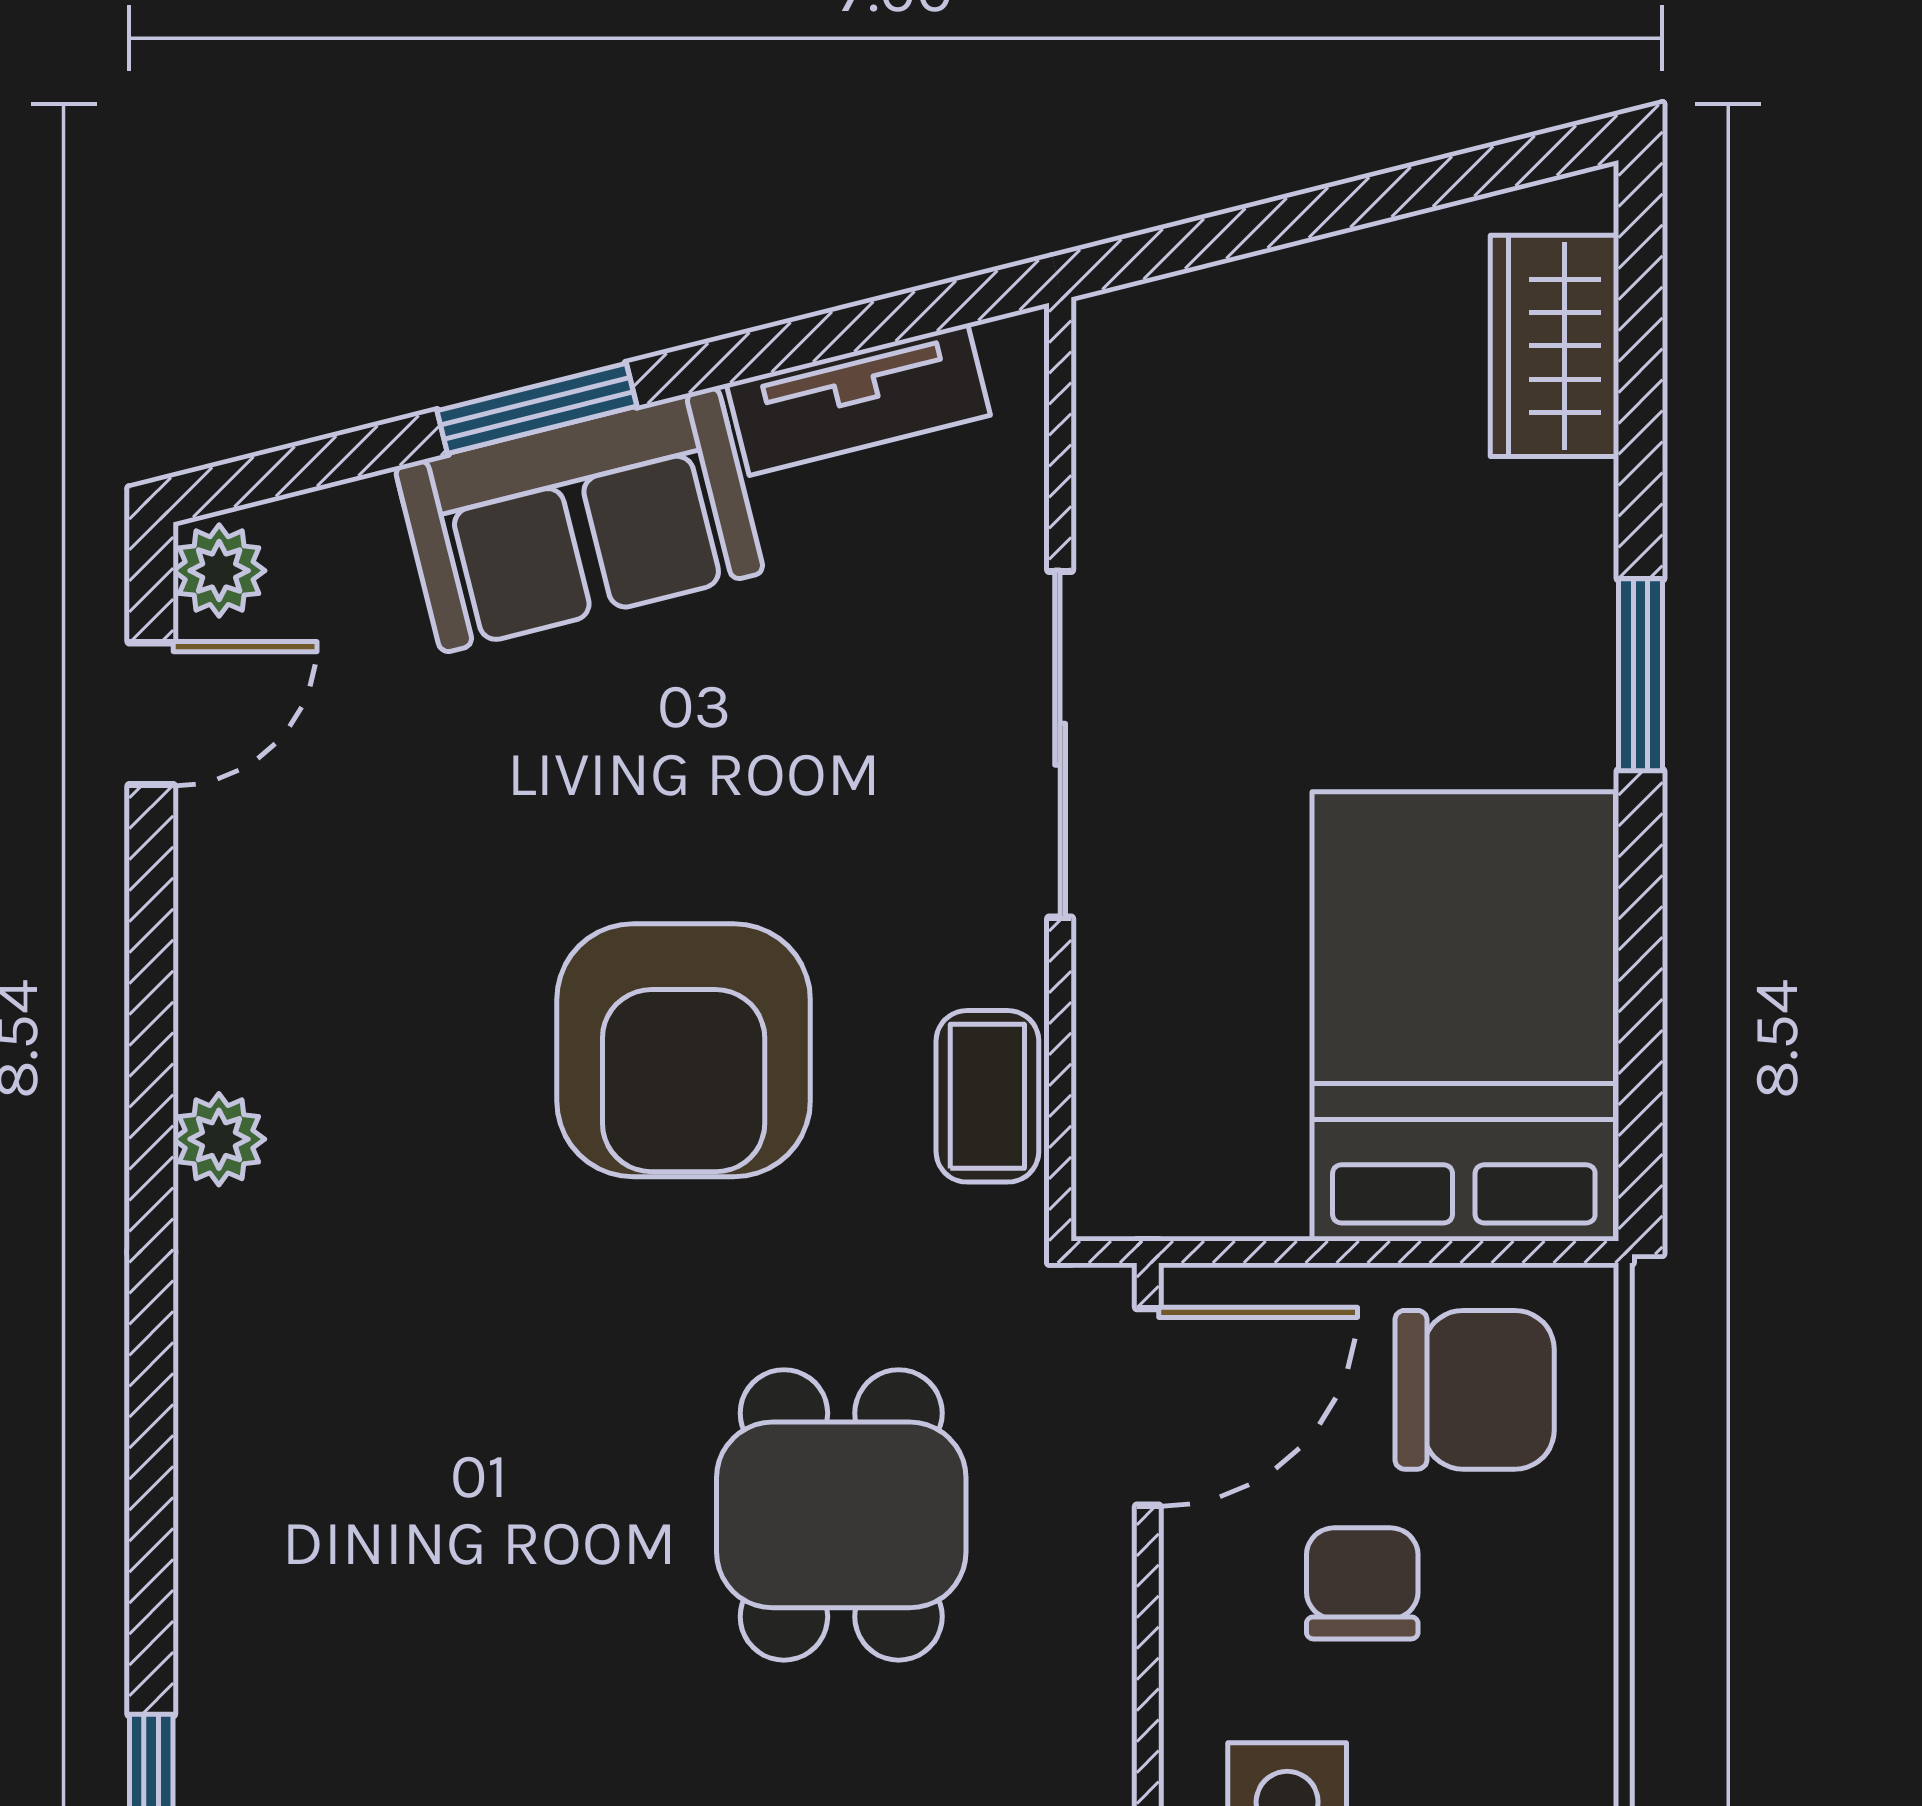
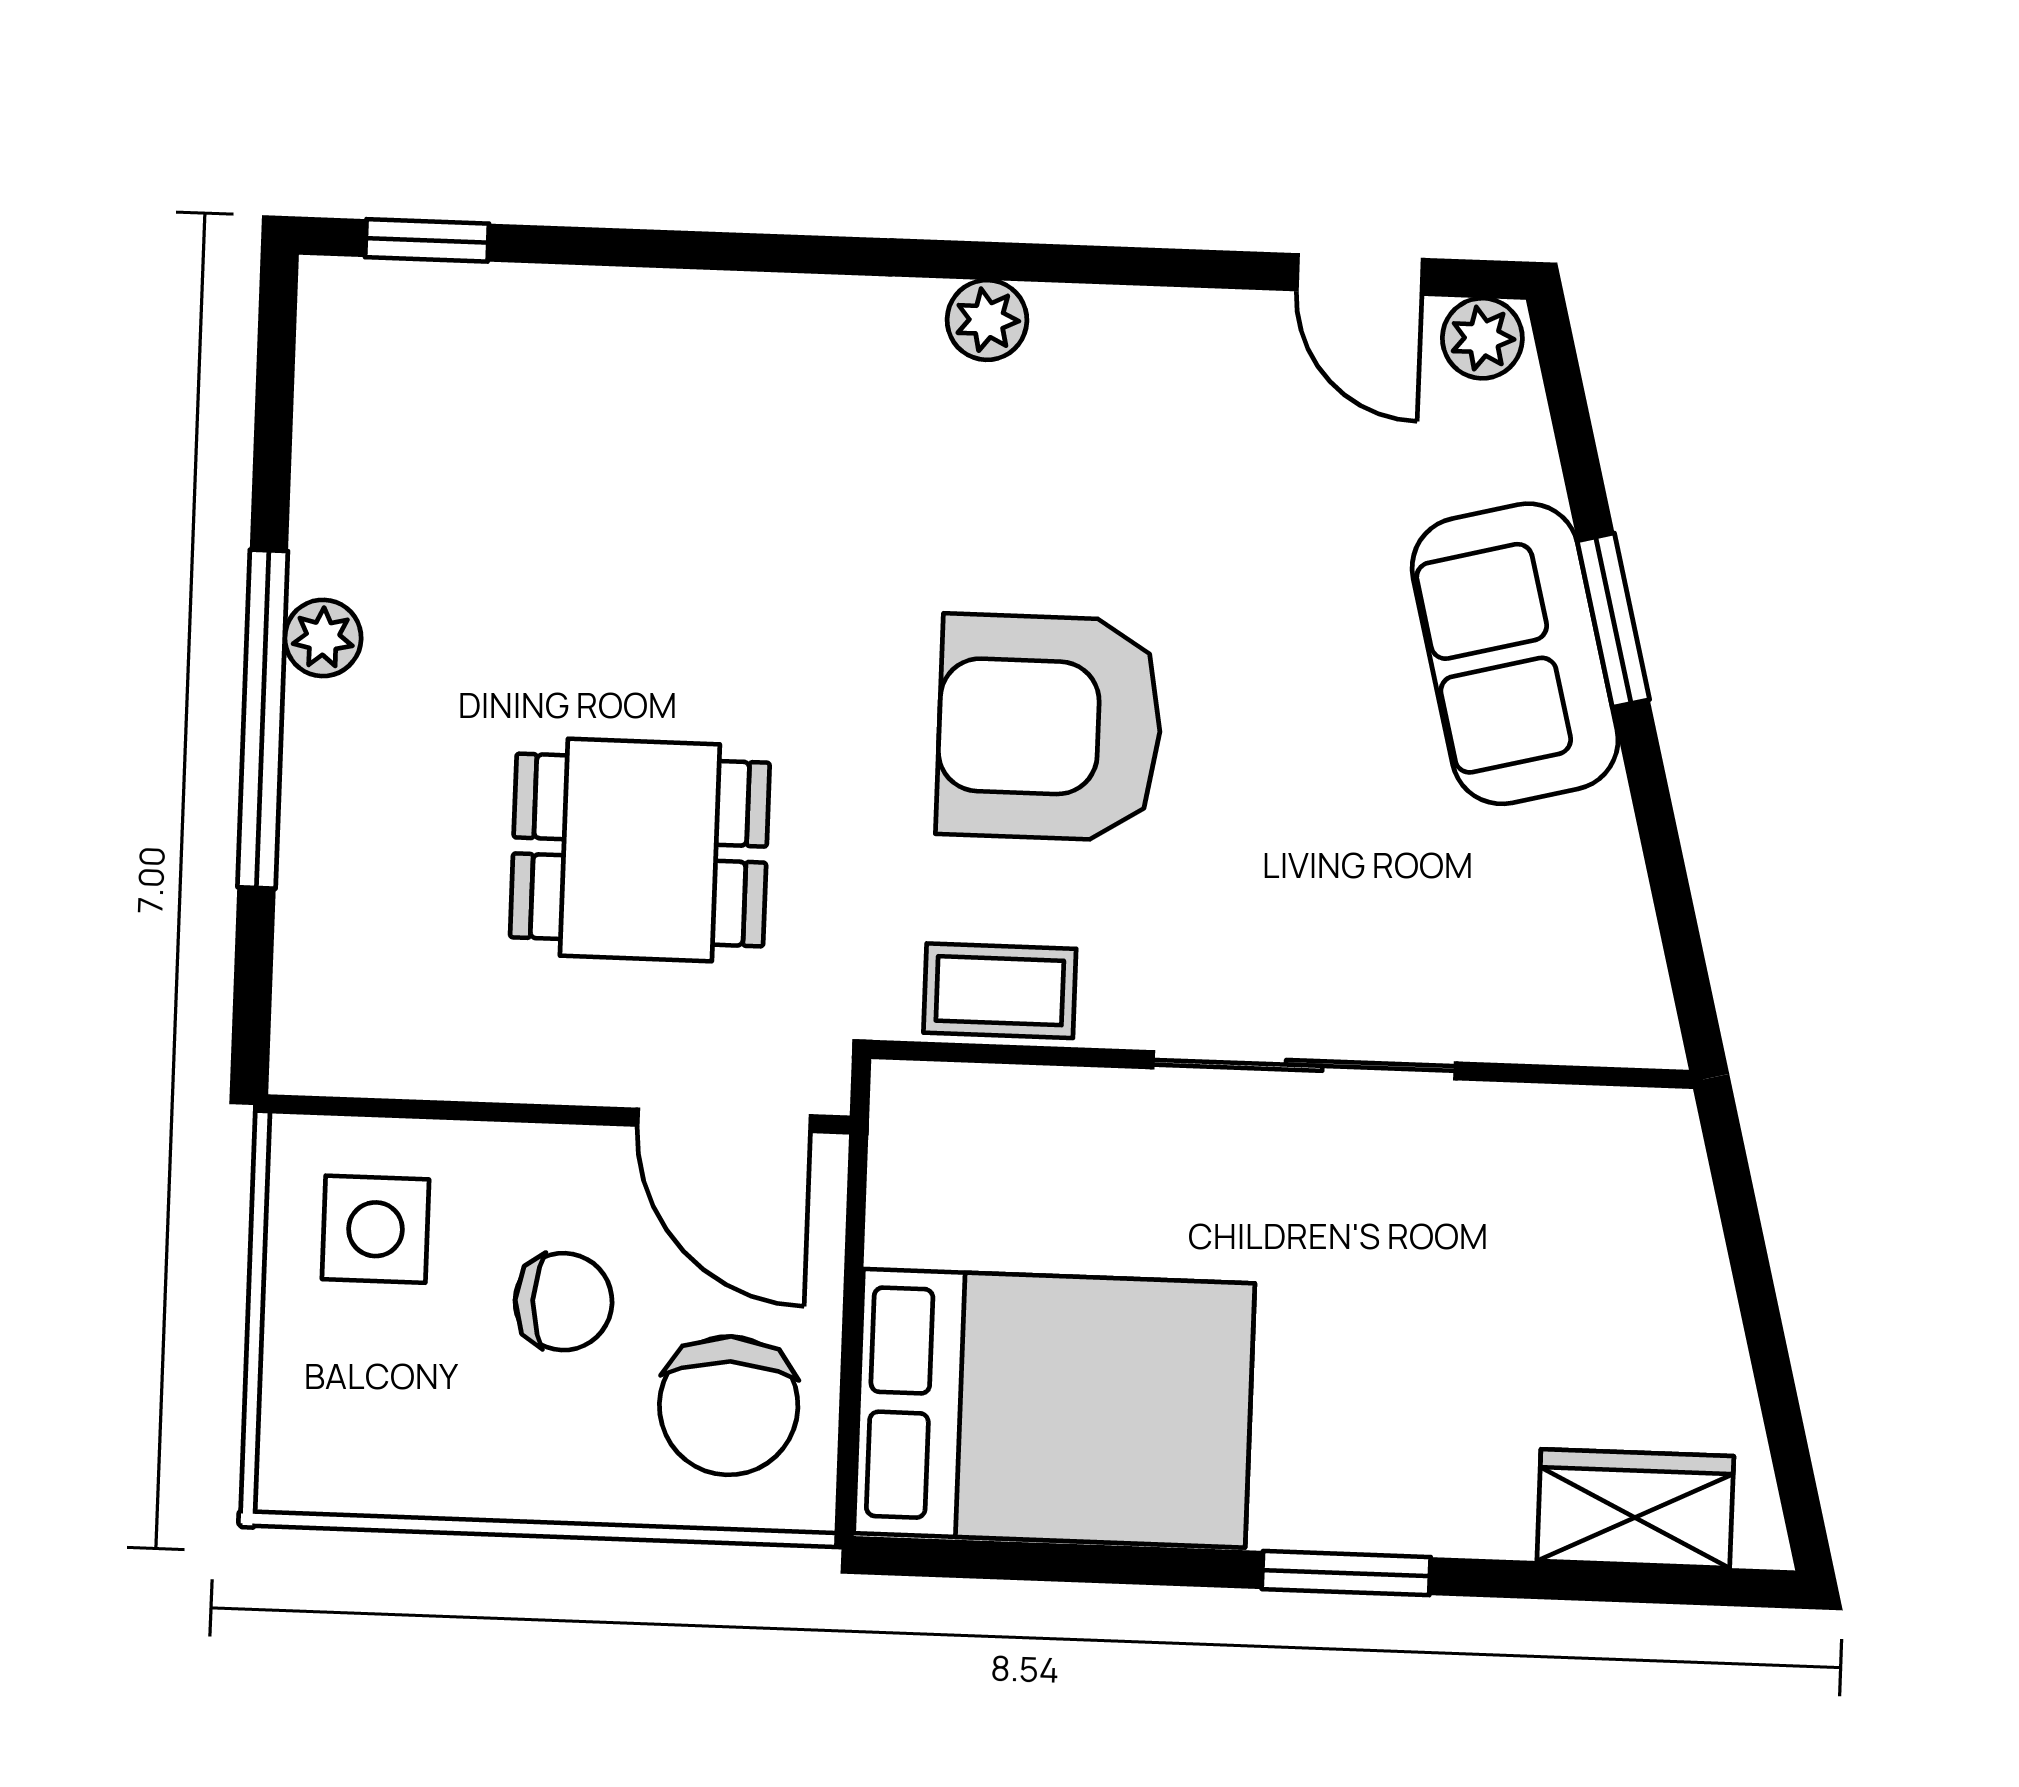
tv unit: (858, 399) -> (1611, 900), removed

